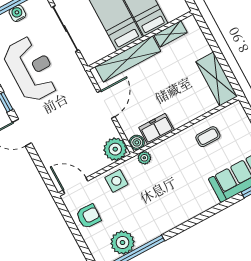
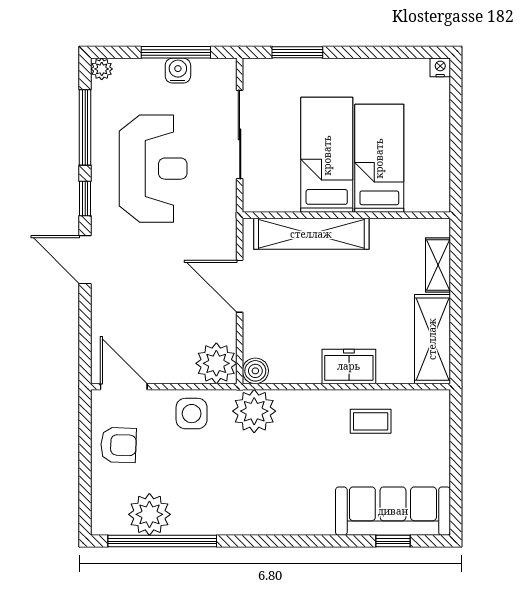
shelving: (170, 34) -> (438, 265), moved, turned 90
door: (106, 104) -> (240, 286), swing flipped
freezer: (157, 129) -> (349, 366), moved
plant: (144, 158) -> (254, 411), width x1.88, depth x1.88

